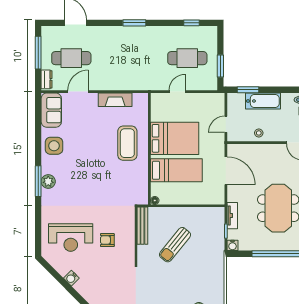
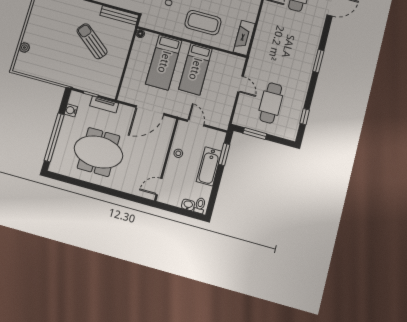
fireplace: (115, 100) -> (244, 38), moved
bed: (175, 138) -> (195, 69), width x0.67
water cooler: (232, 245) -> (71, 110), moved

